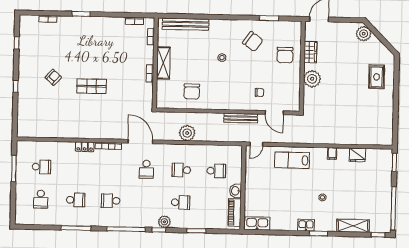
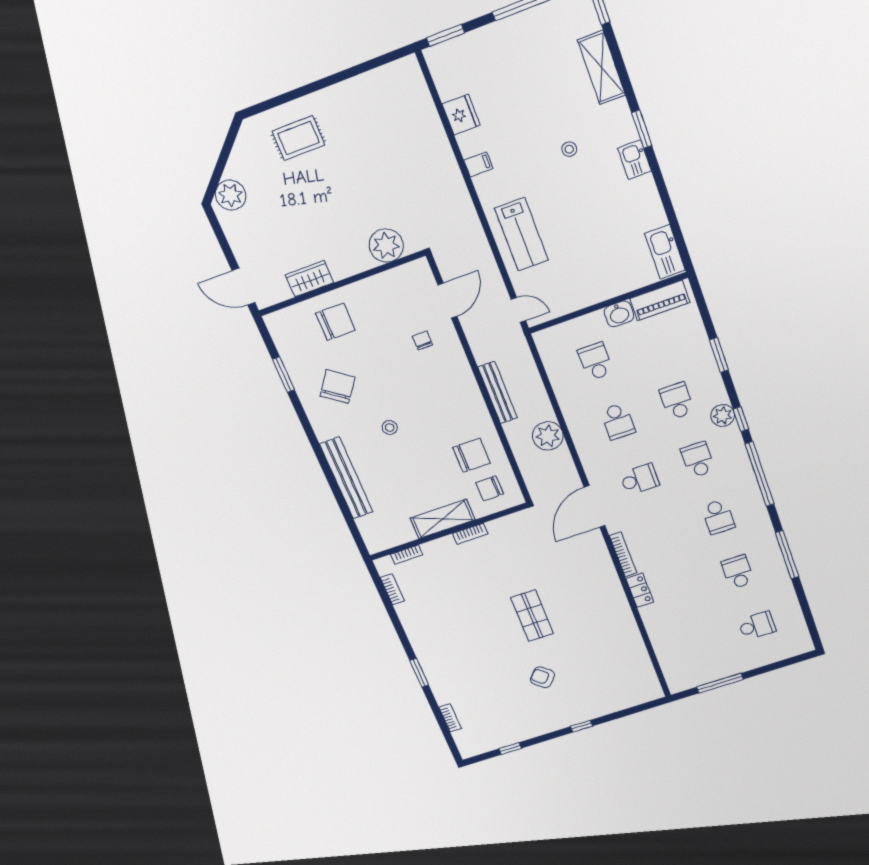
bench: (186, 24) -> (346, 478), moved
plant: (312, 79) -> (386, 246), moved
chair: (171, 93) -> (490, 488), added
bench: (241, 118) -> (498, 393), moved
school desk: (41, 167) -> (698, 460), moved

